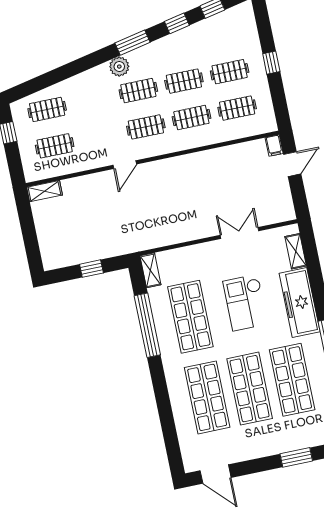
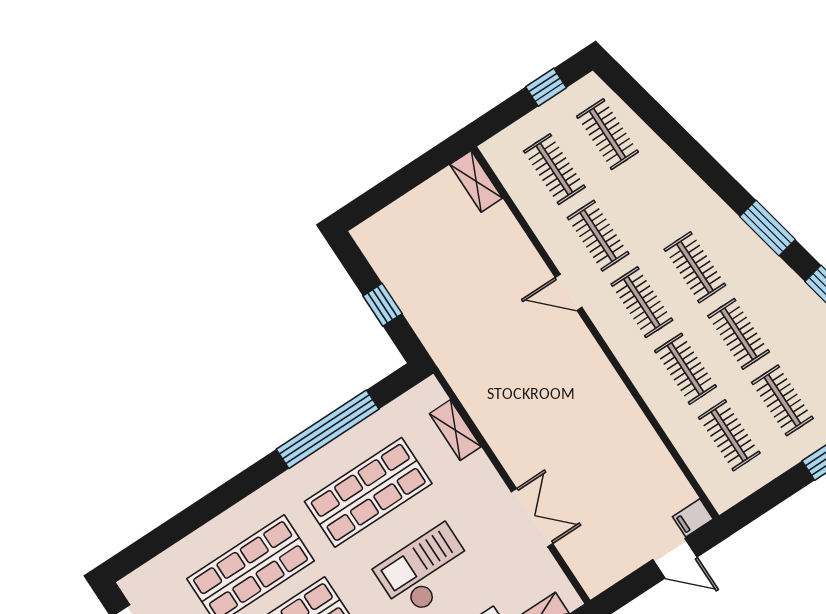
plant: (119, 67) -> (721, 222), removed
clothes rail: (100, 136) -> (598, 236), added
shelving: (150, 270) -> (455, 430), moved, turned 90

